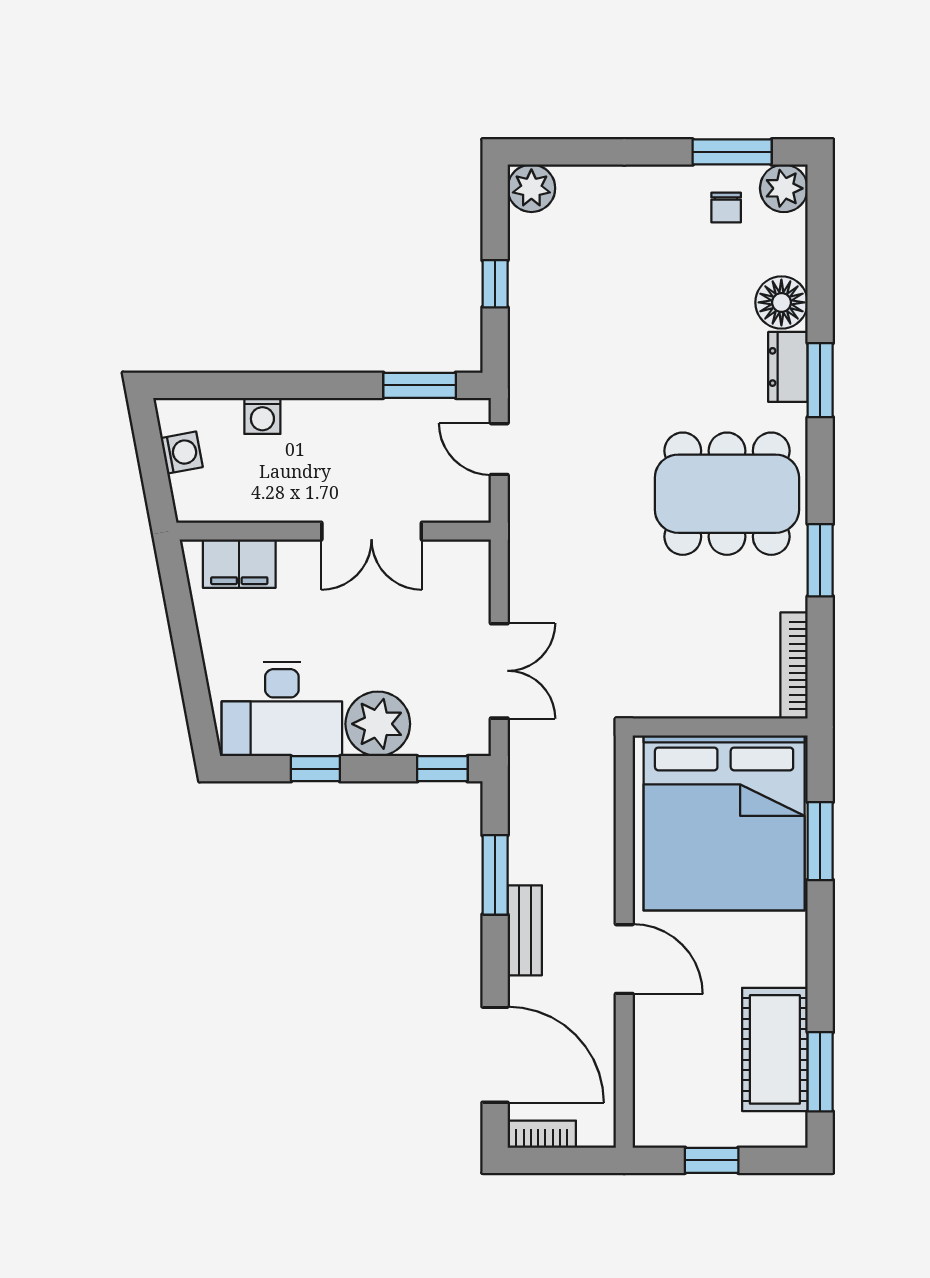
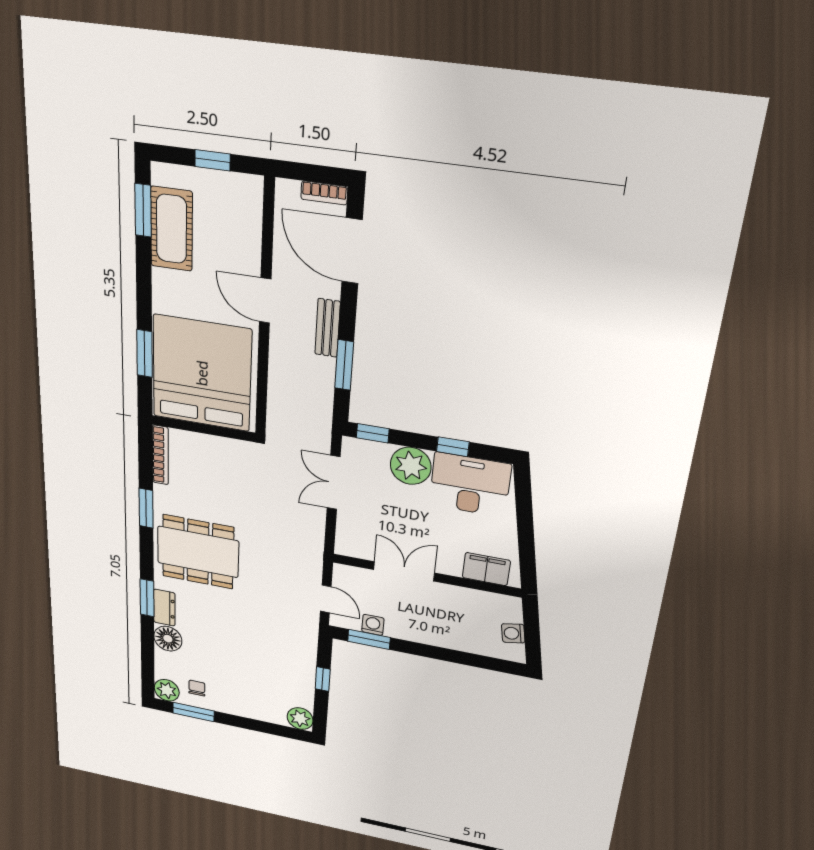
washing machine: (262, 416) -> (373, 625), moved

